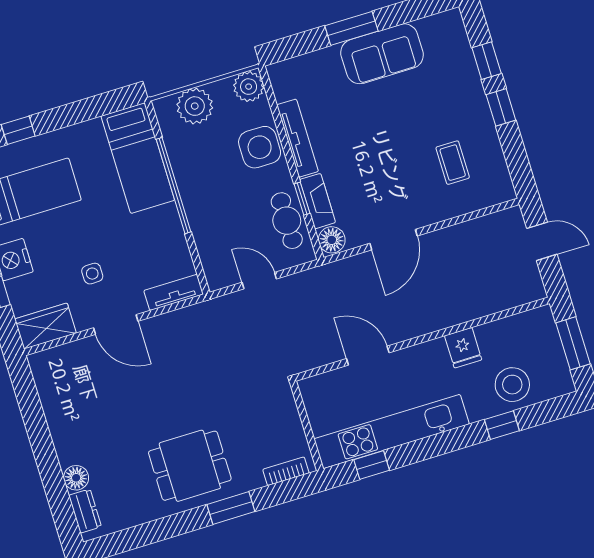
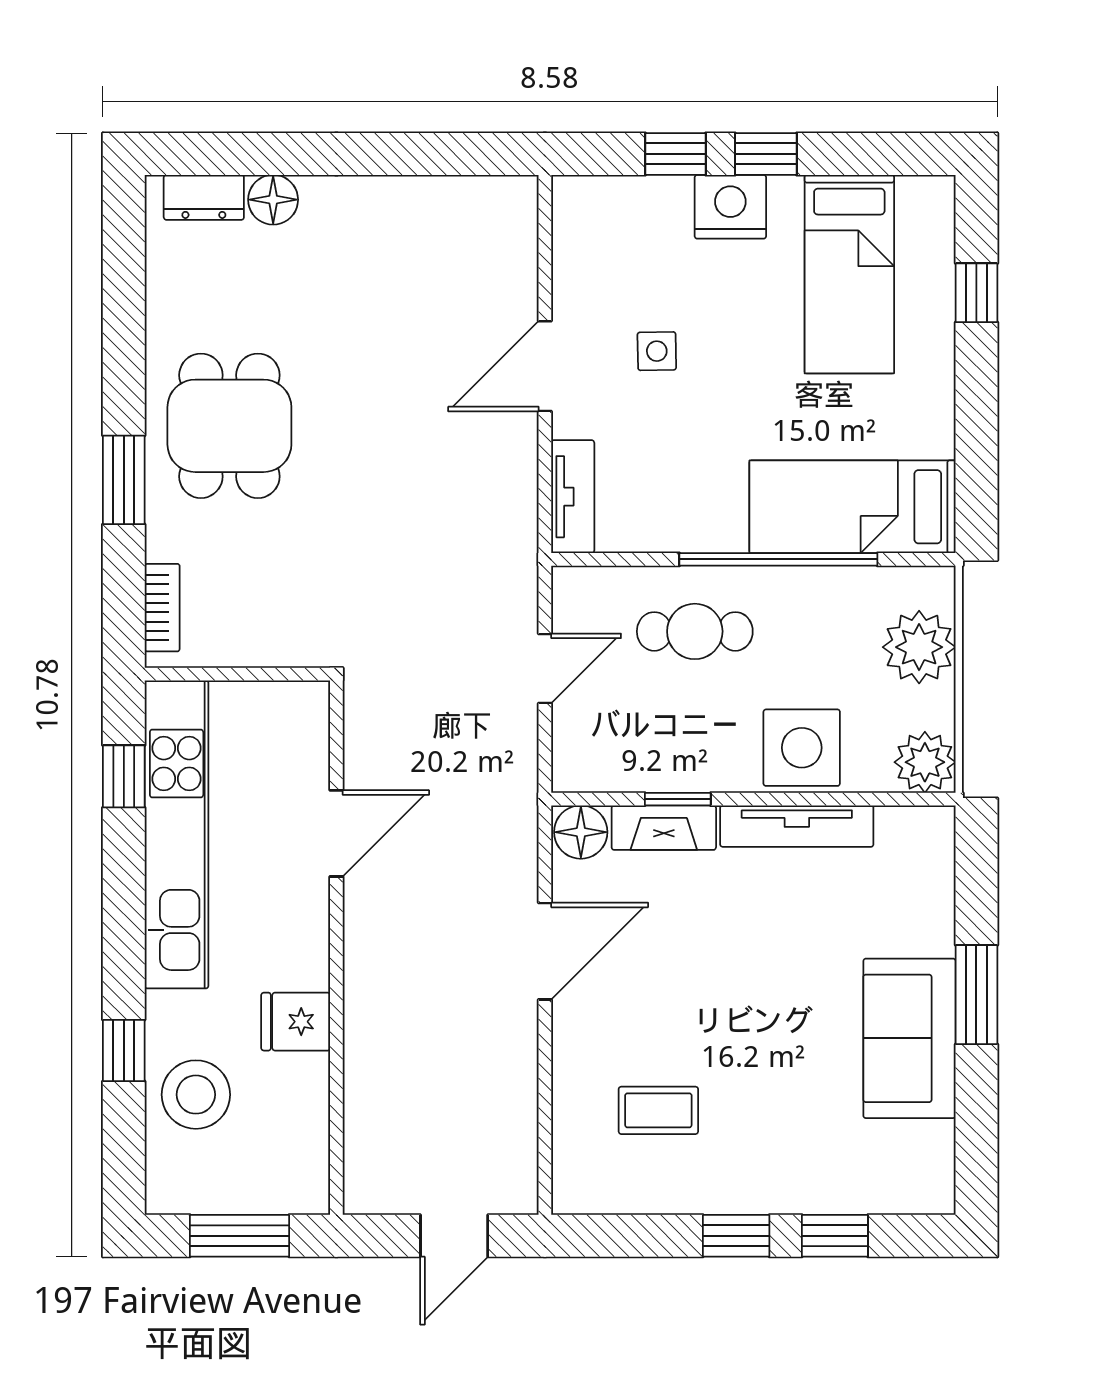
cafe table: (287, 221) -> (695, 631), moved
door: (393, 240) -> (545, 951), swing flipped
wardrobe: (46, 326) -> (583, 230), removed

